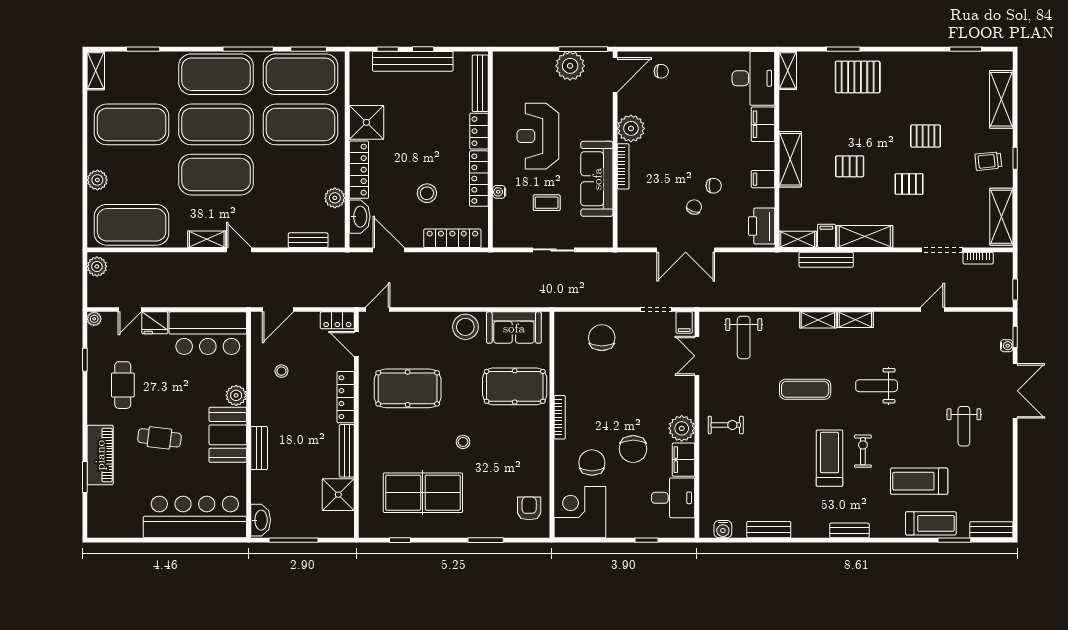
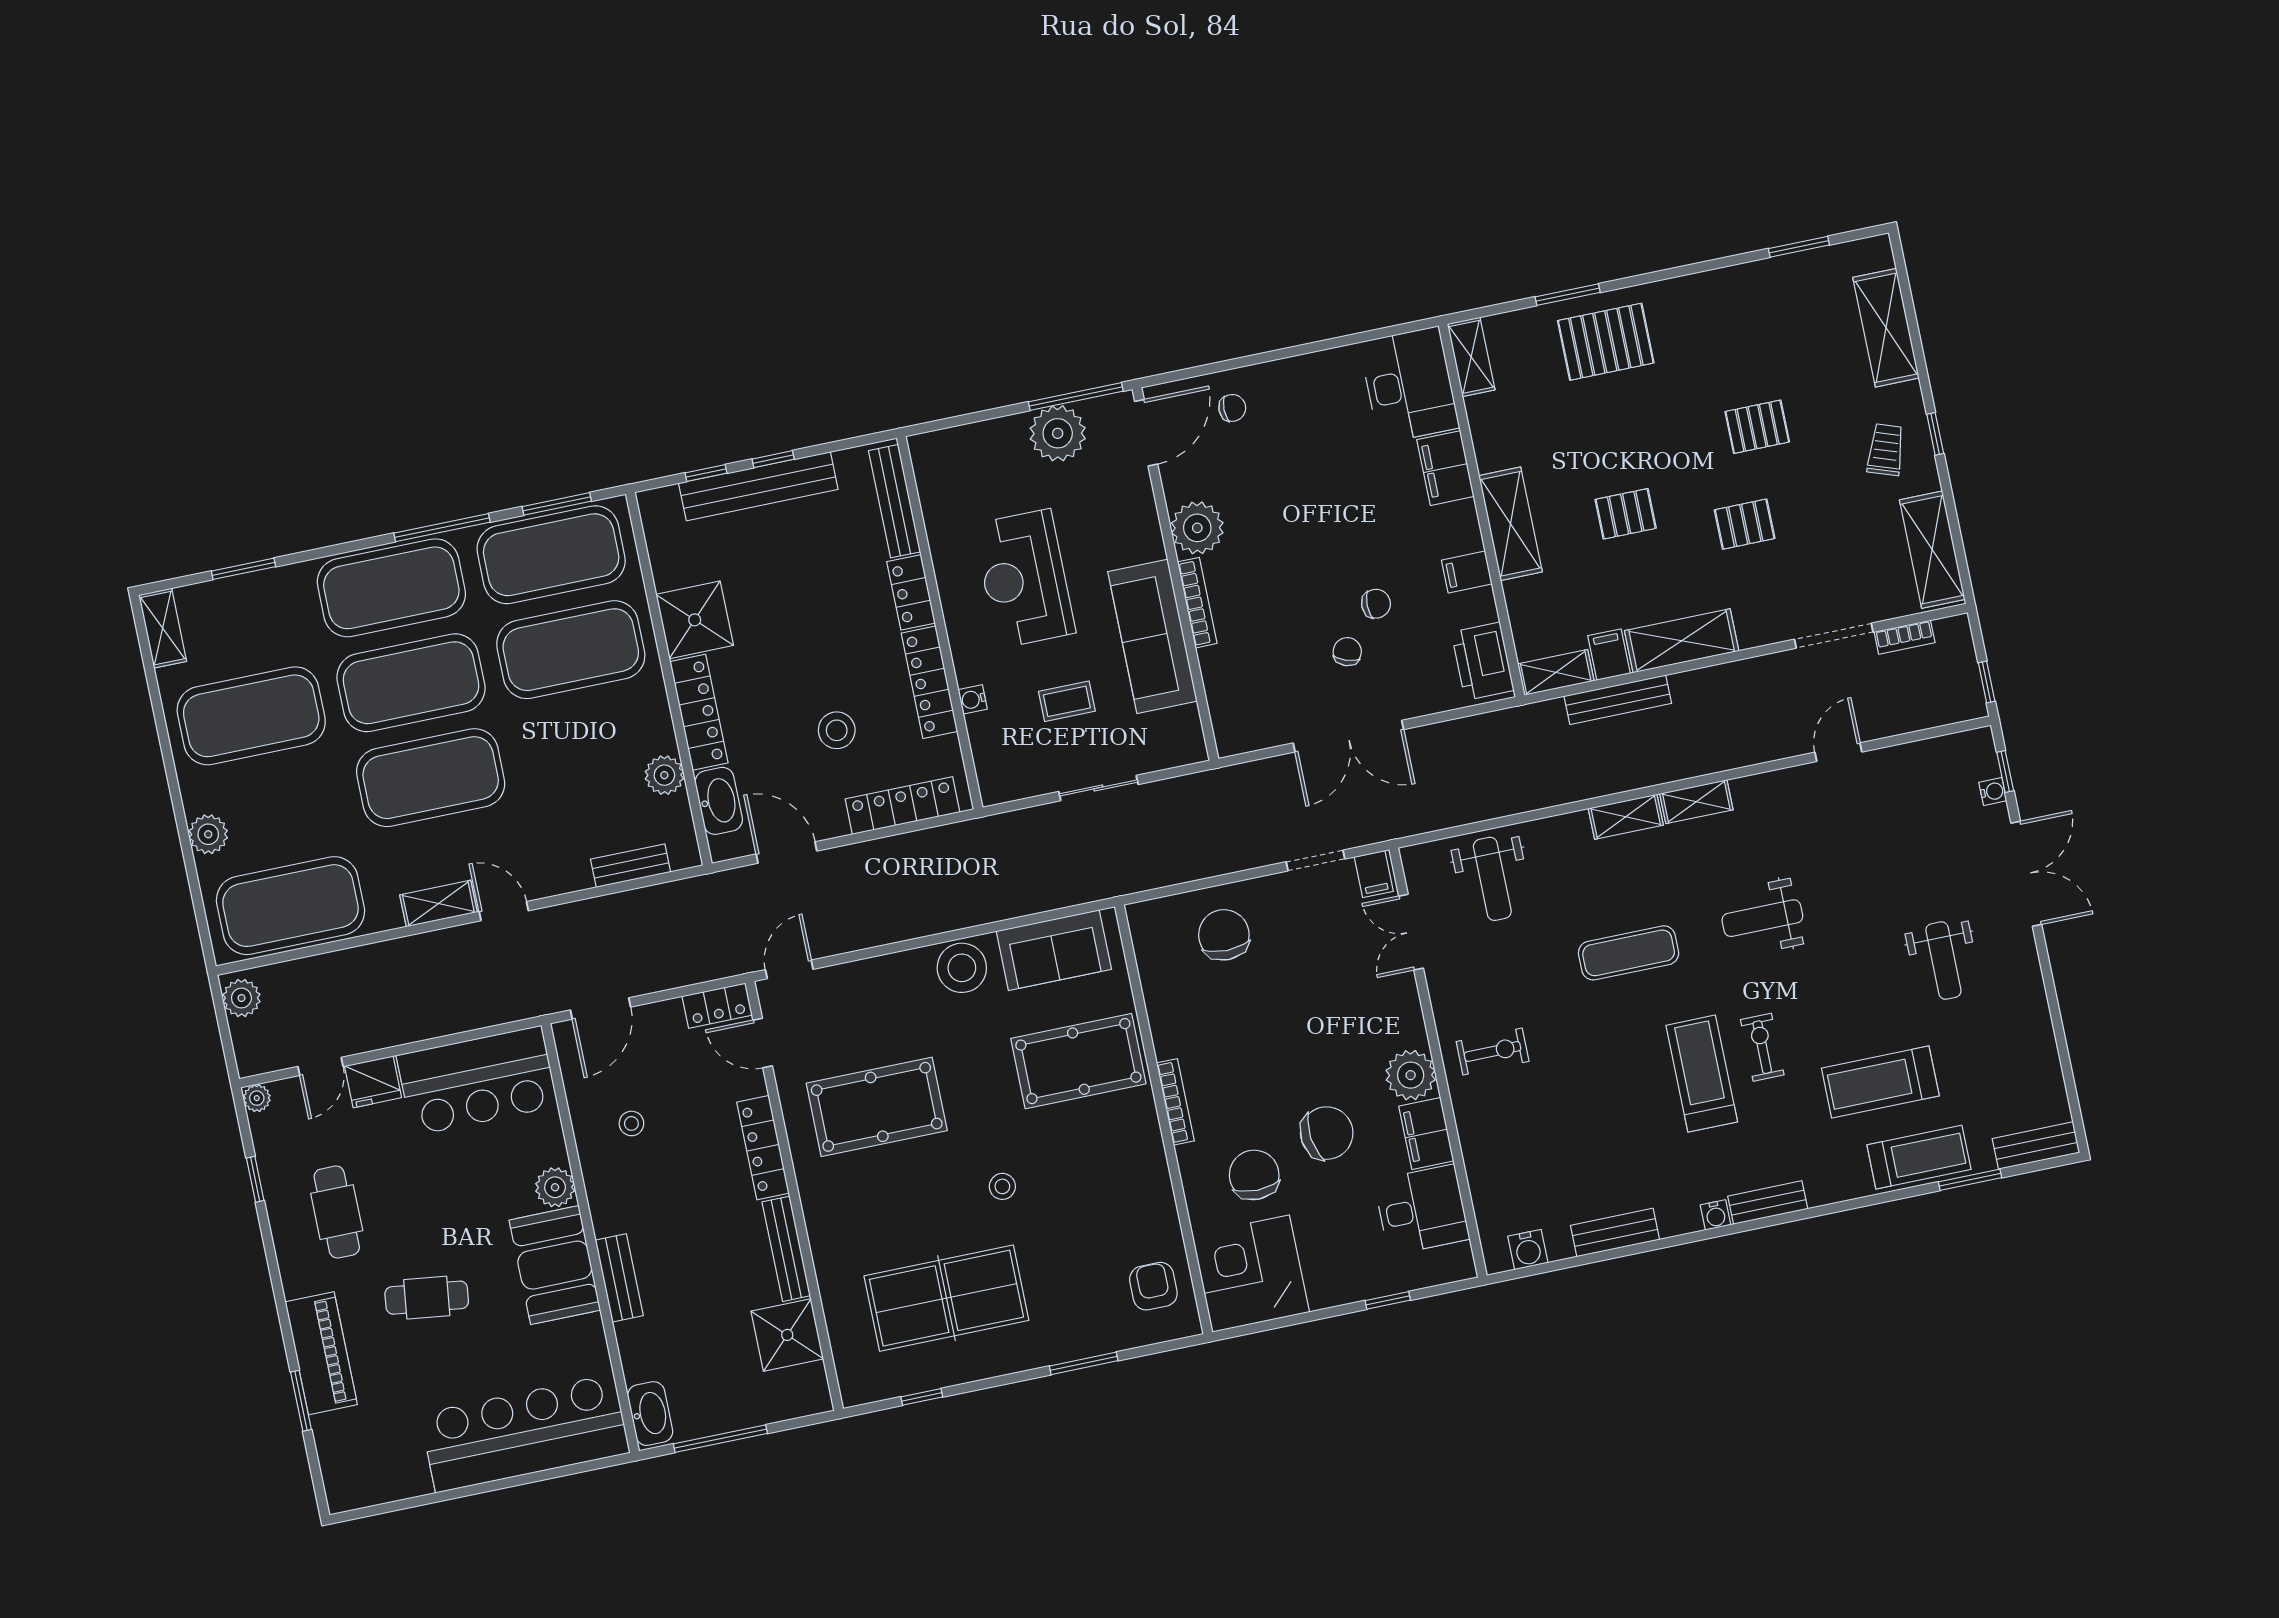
trolley: (988, 161) -> (1886, 450), turned 115
chair: (633, 449) -> (1327, 1133), turned -97
water cooler: (822, 531) -> (1716, 1215), added

